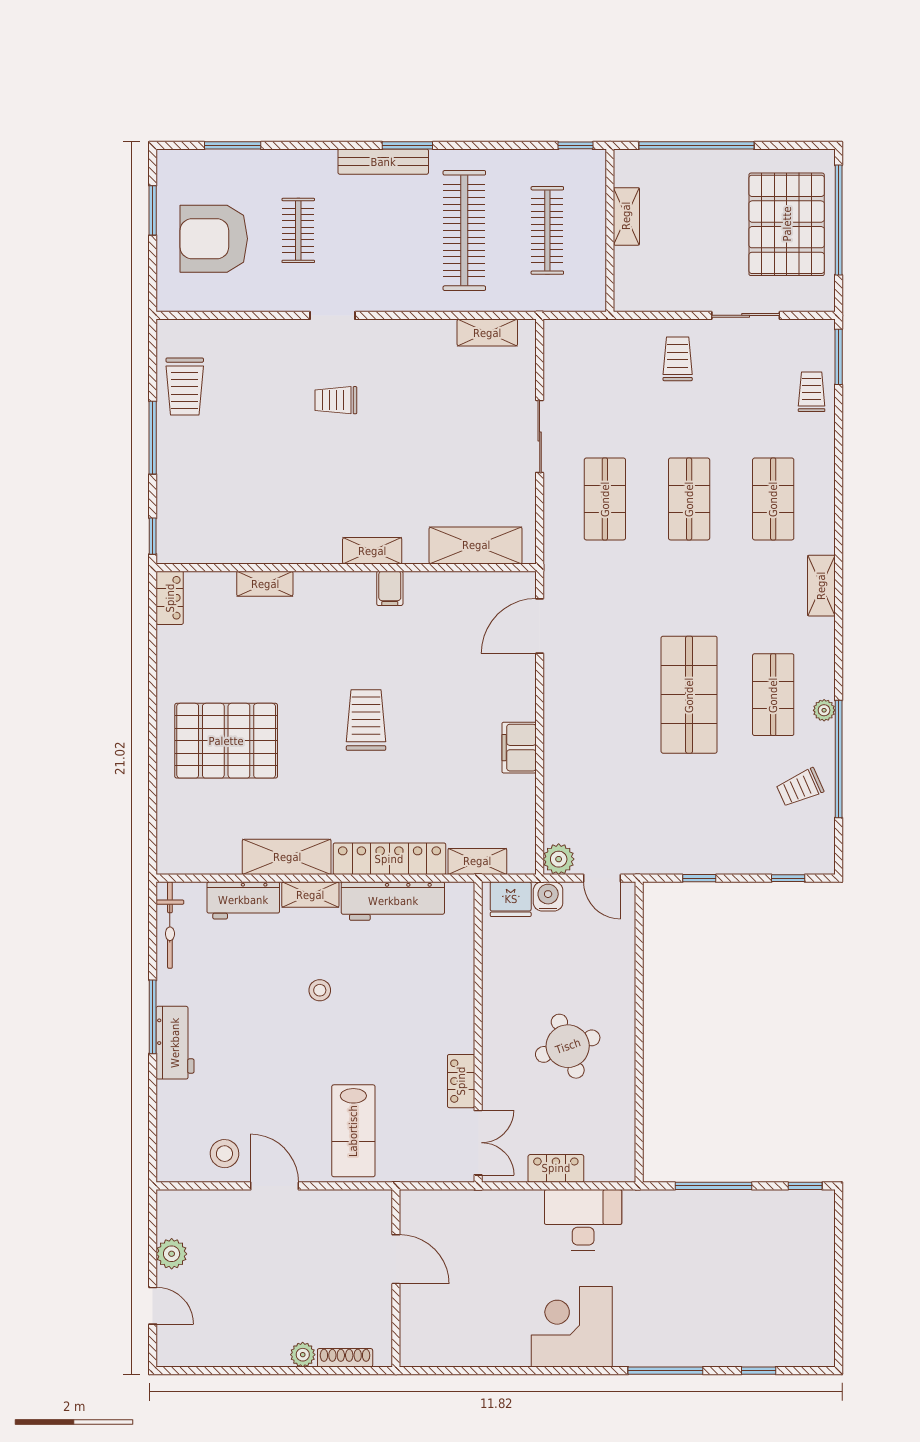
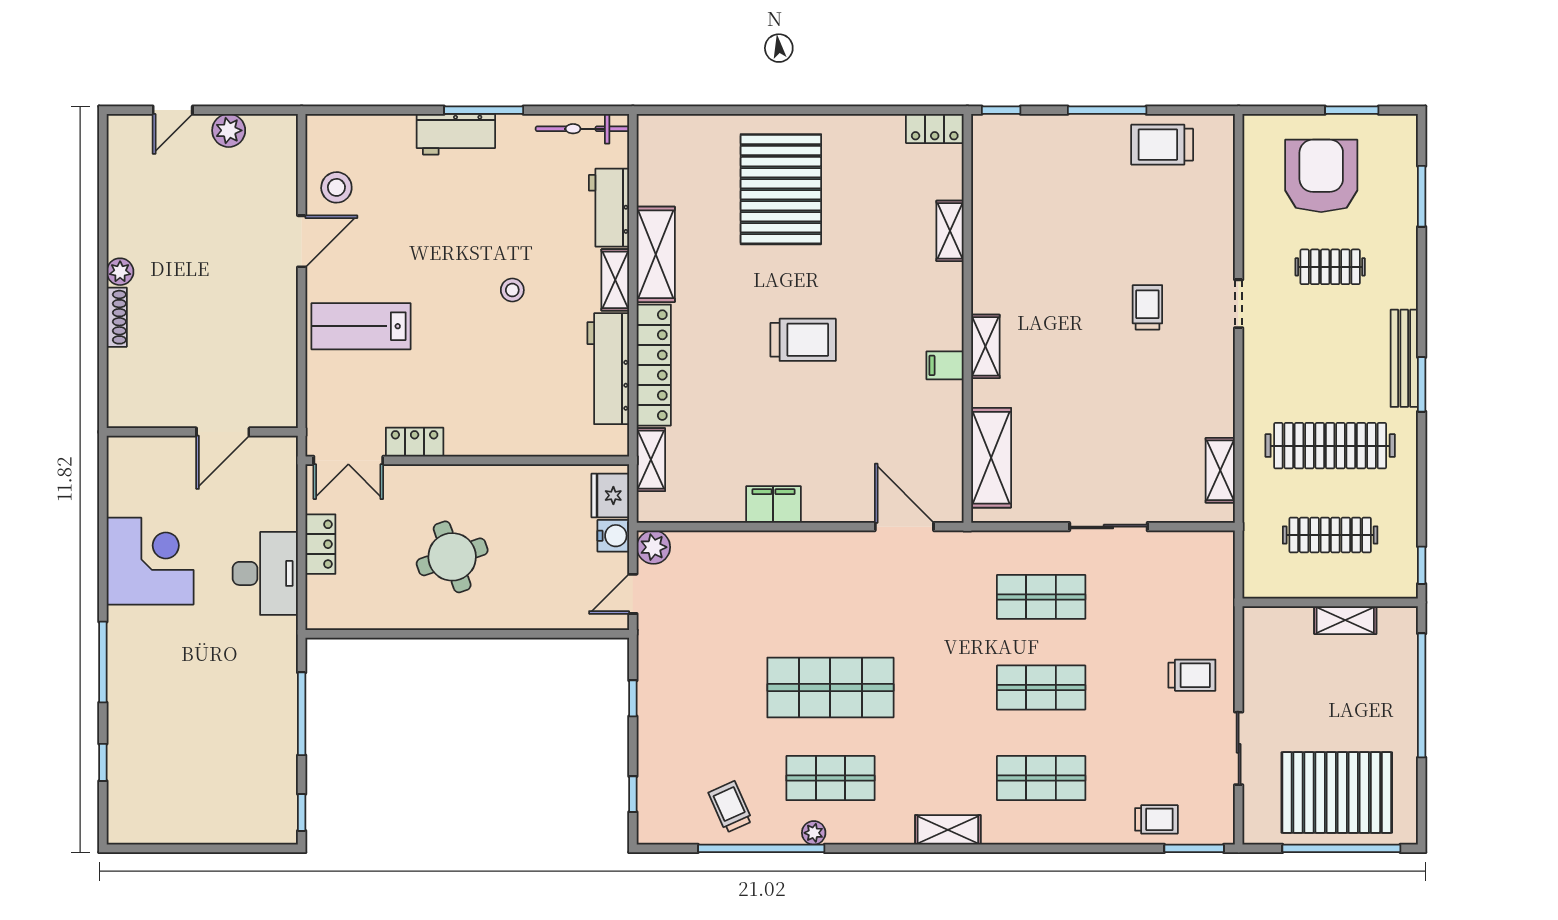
door: (396, 1259) -> (223, 432), moved
wall: (396, 1278) -> (202, 432), moved

